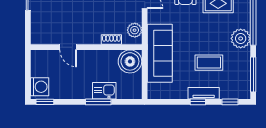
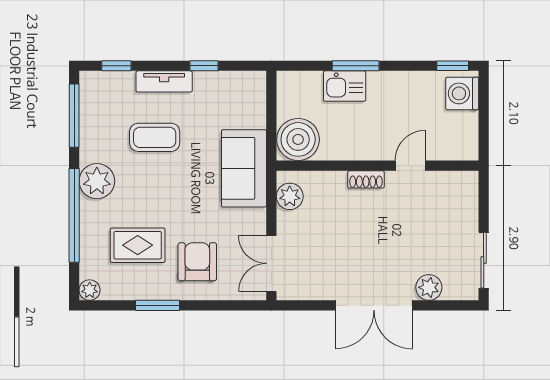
shoe rack: (111, 39) -> (366, 179), moved
door: (68, 47) -> (410, 166), hinge flipped
sofa: (160, 53) -> (244, 168), width x0.73
window: (198, 102) -> (204, 66), moved

